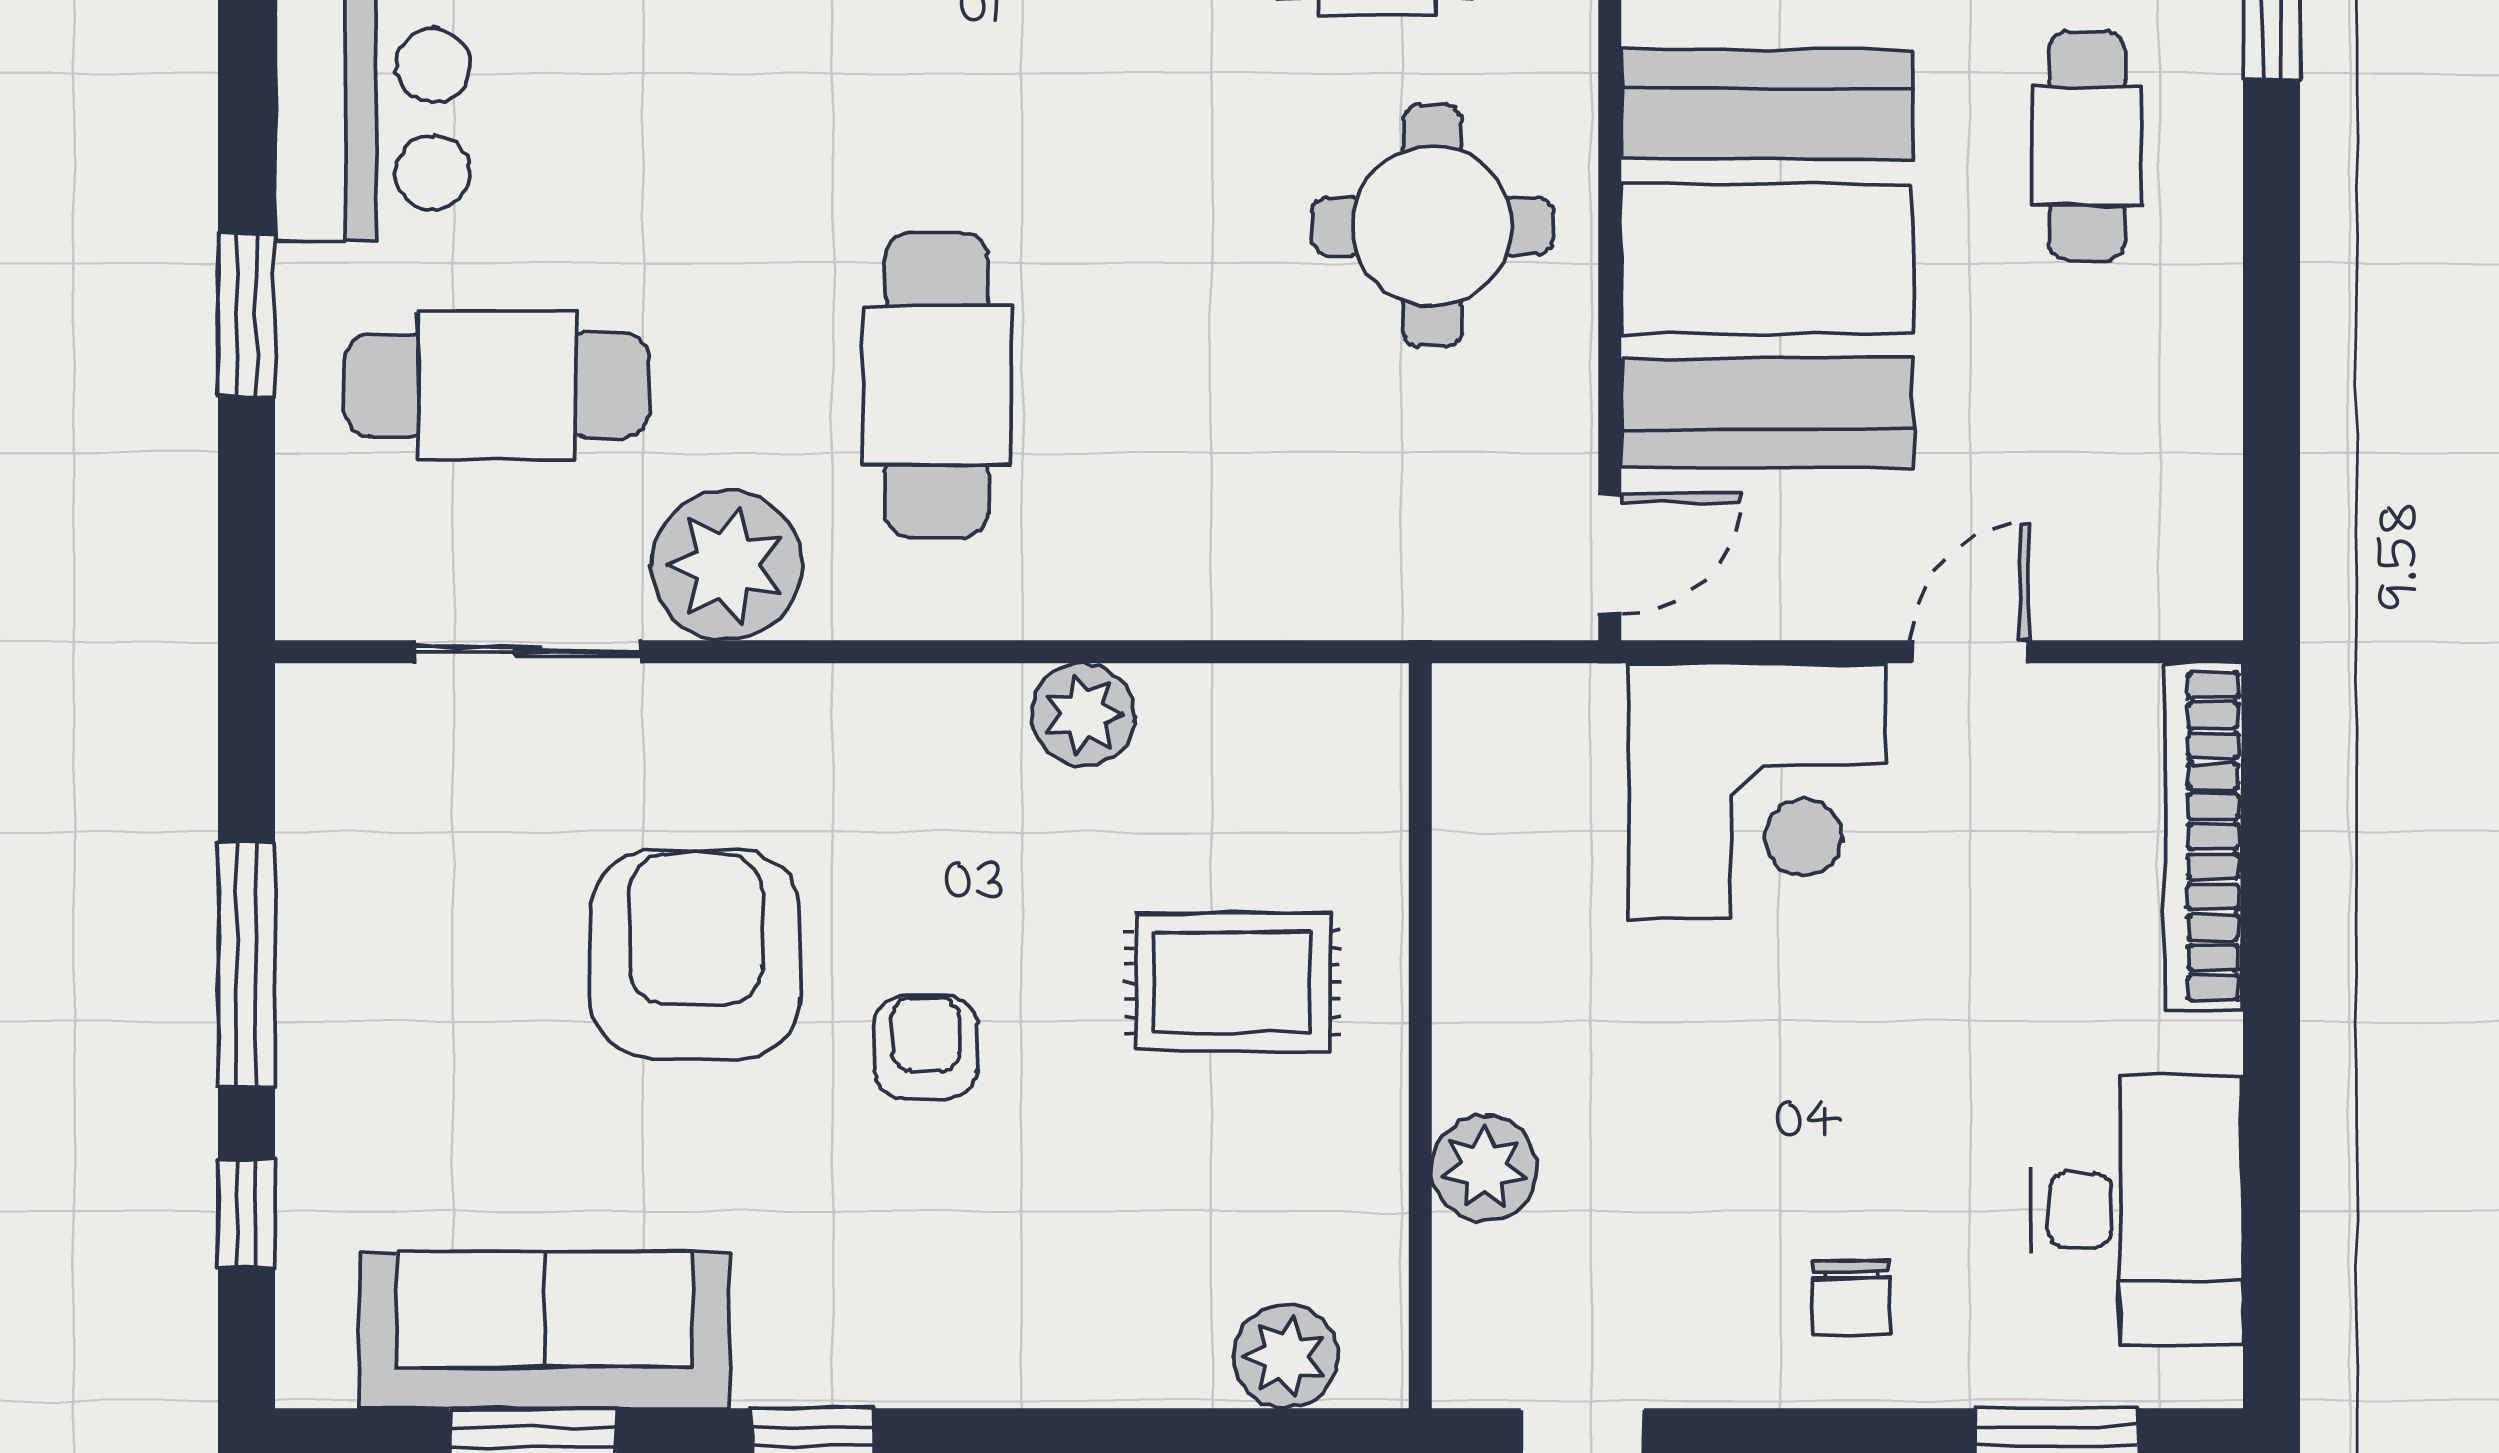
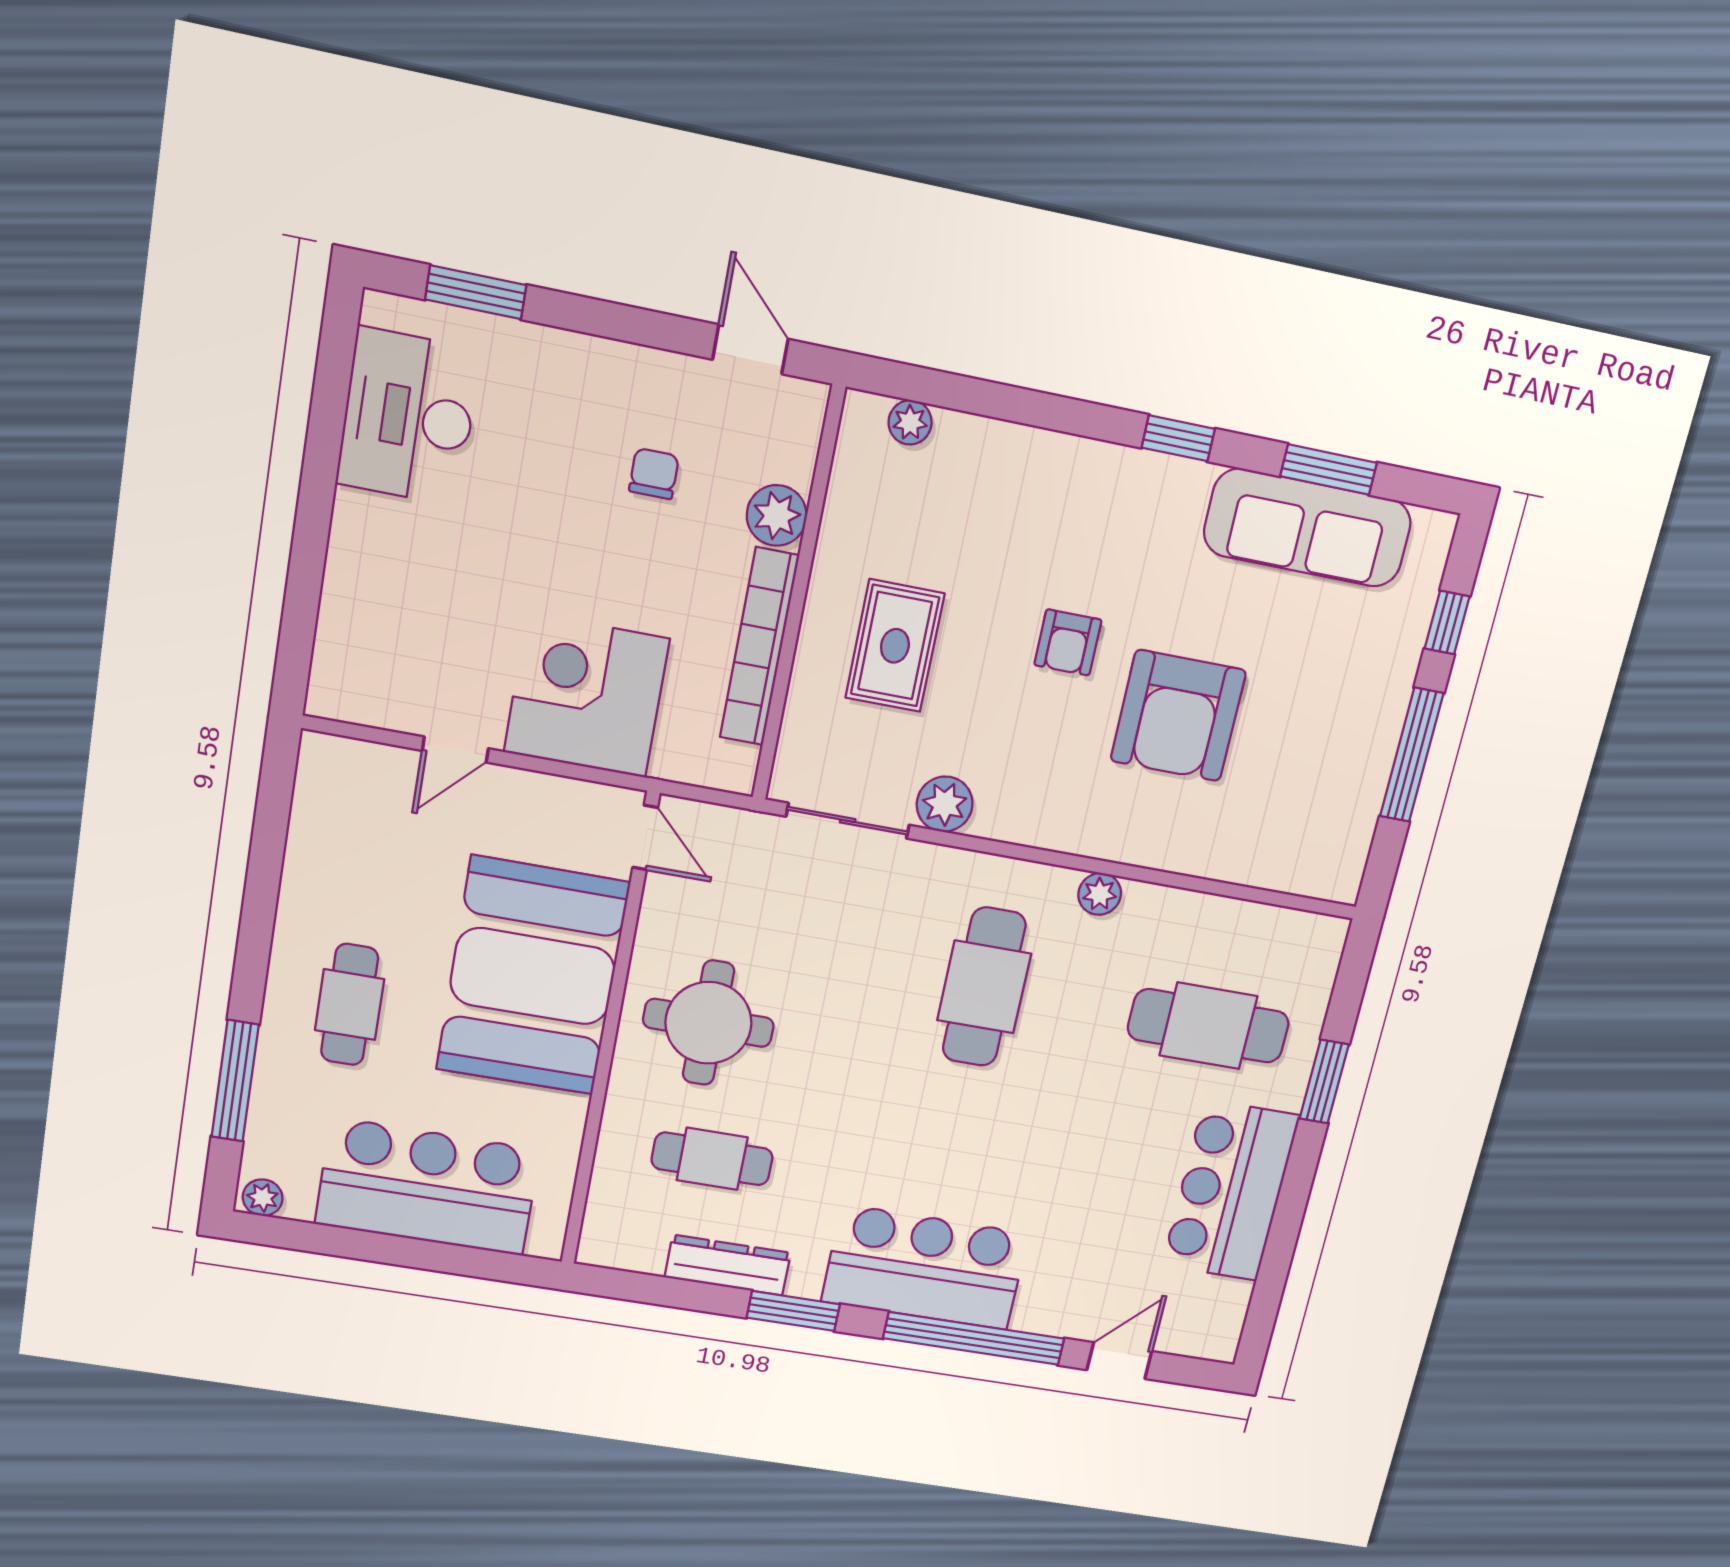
door: (1610, 554) -> (645, 838), swing flipped
plant: (727, 565) -> (1100, 894), width x0.53, depth x0.53
sliding door: (528, 652) -> (848, 821), moved
bookcase: (2204, 836) -> (759, 647), moved, turned 180
rug: (1232, 982) -> (895, 646), turned 90
chair: (1851, 1298) -> (654, 474), moved
plant: (1286, 1356) -> (910, 422), width x0.73, depth x0.73

